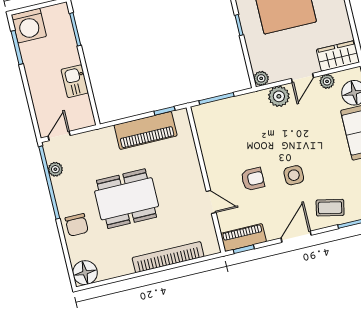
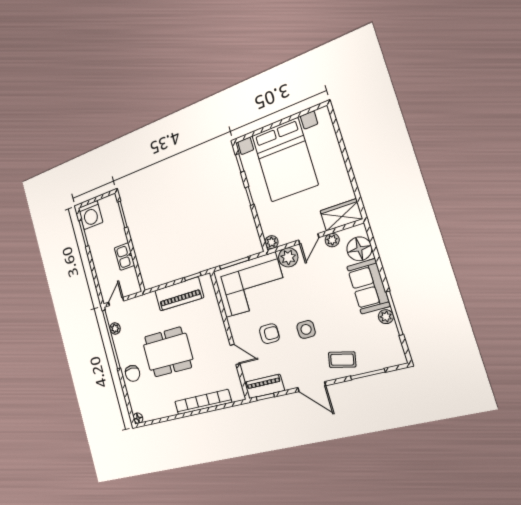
corner sofa: (234, 124) -> (250, 285), added
door: (296, 237) -> (312, 387), swing flipped
floor lamp: (85, 273) -> (138, 418), width x0.53, depth x0.53

